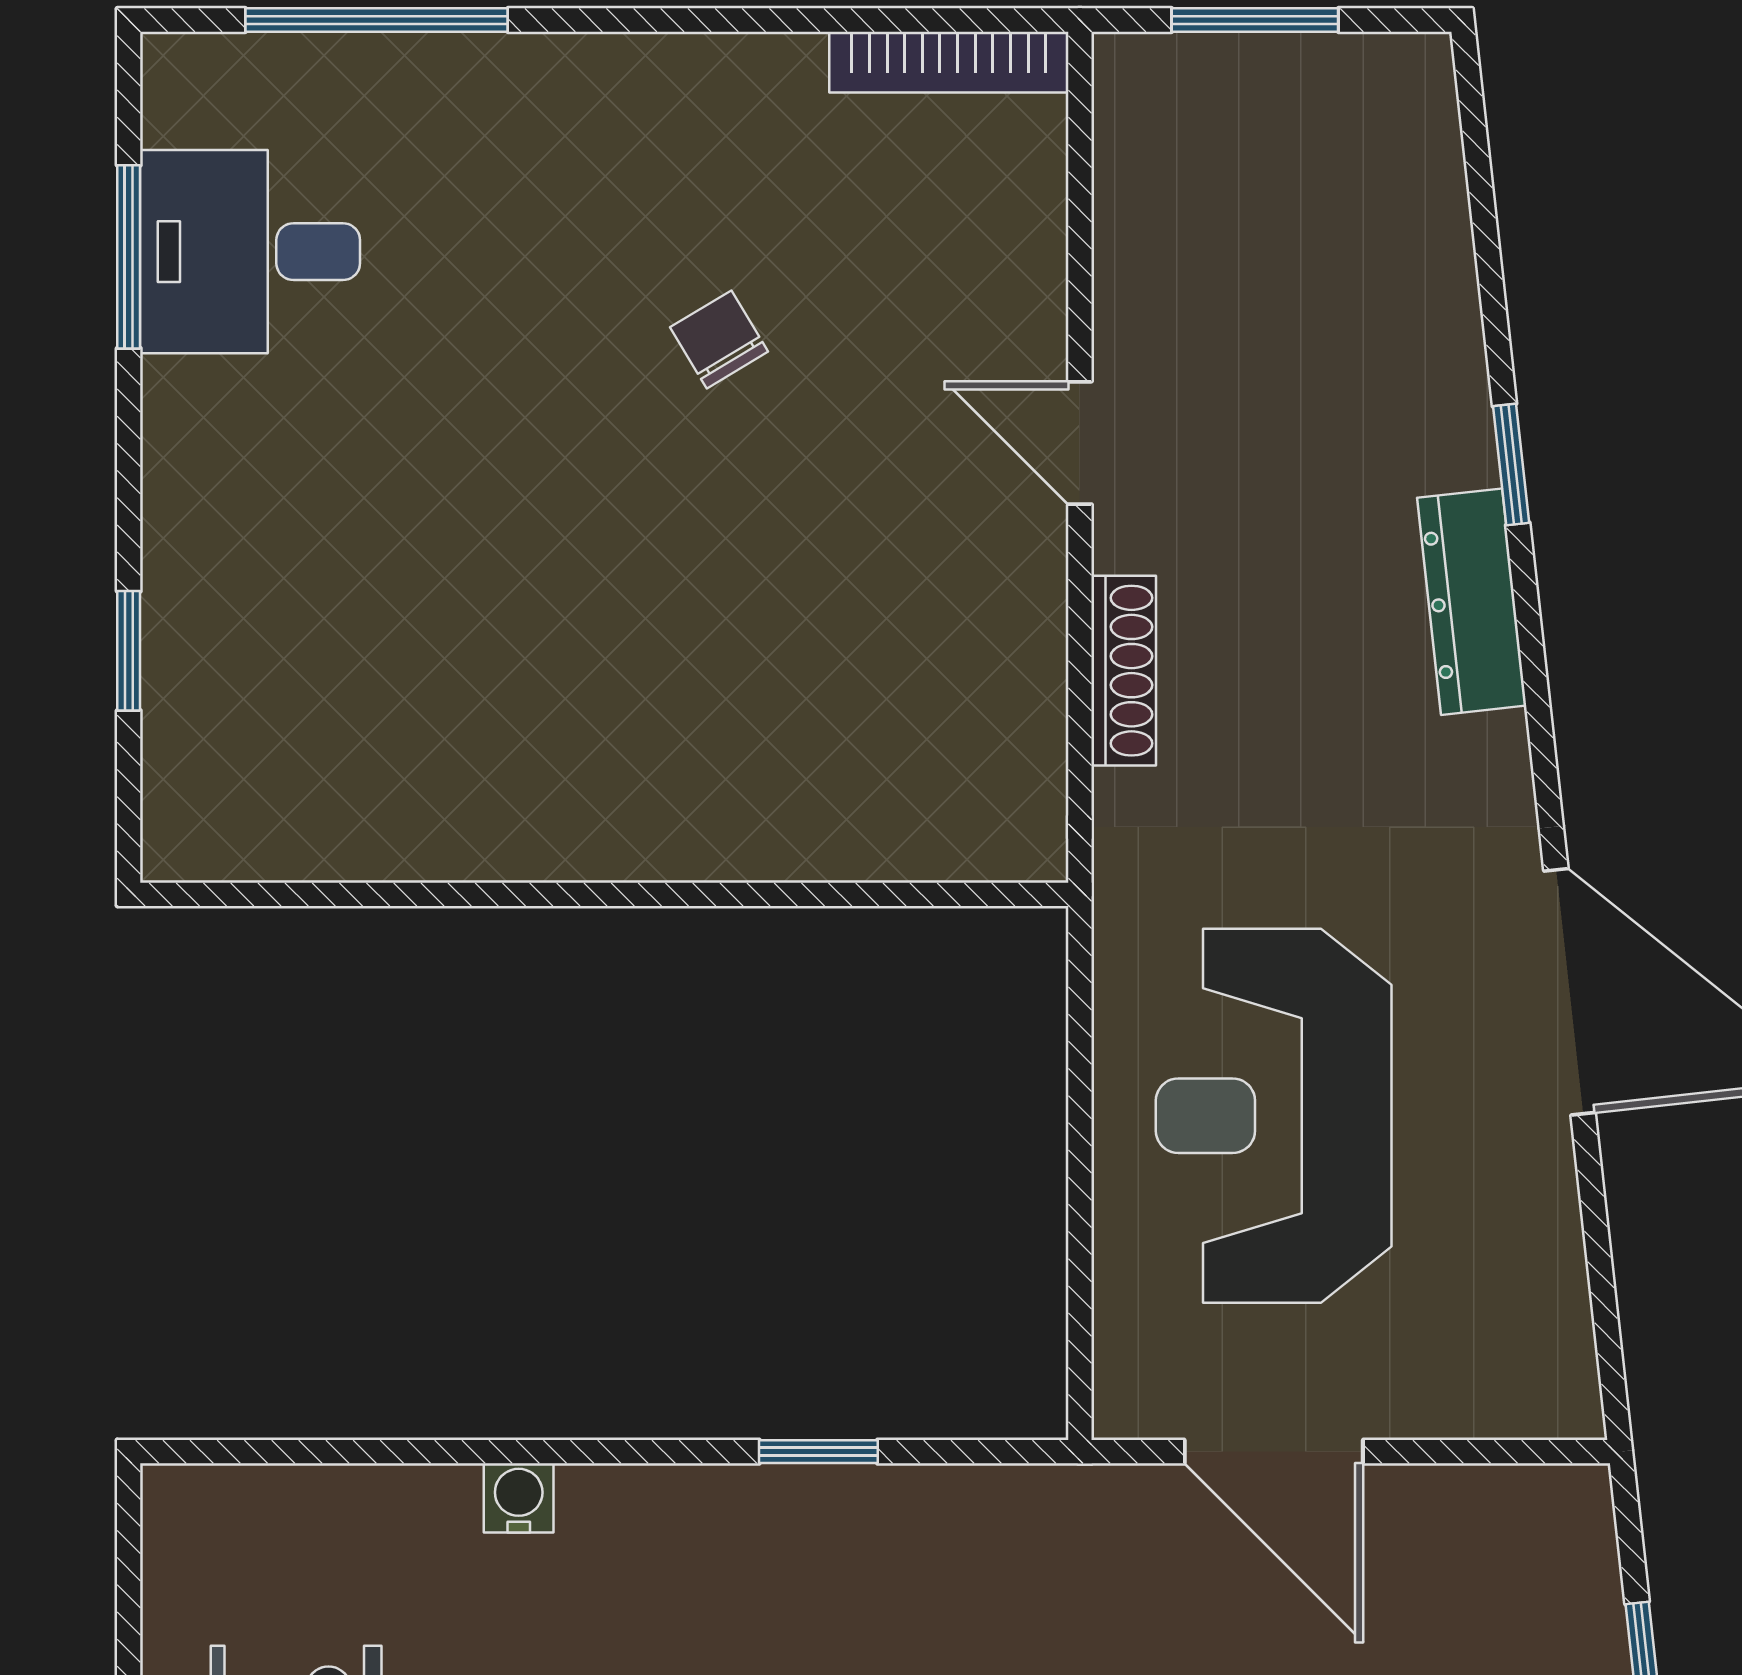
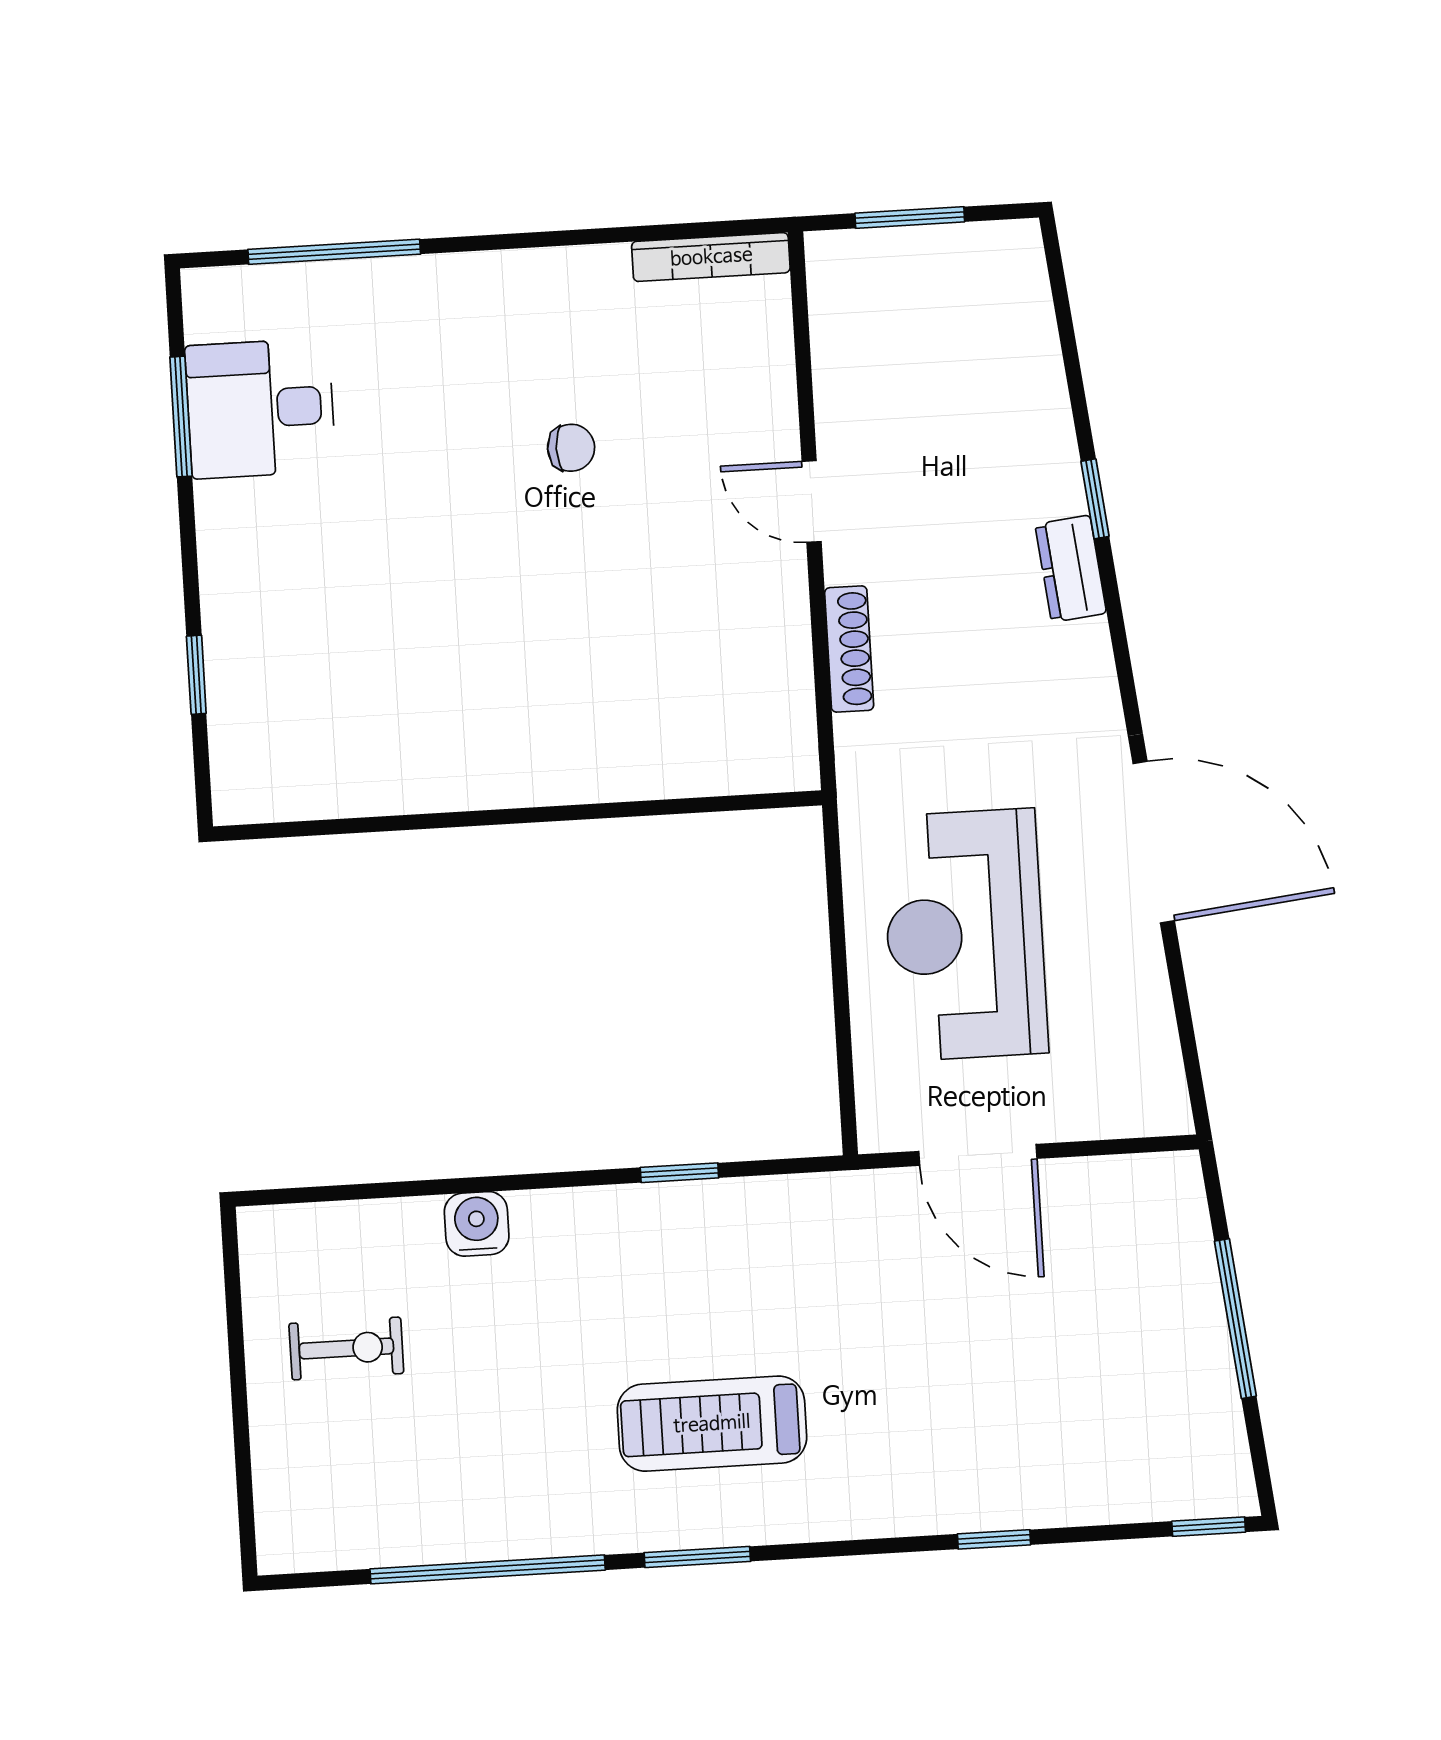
chair: (719, 339) -> (571, 448), turned 121
dresser: (1472, 602) -> (1071, 569), width x0.70
water cooler: (519, 1498) -> (477, 1224), width x1.38, depth x1.38

